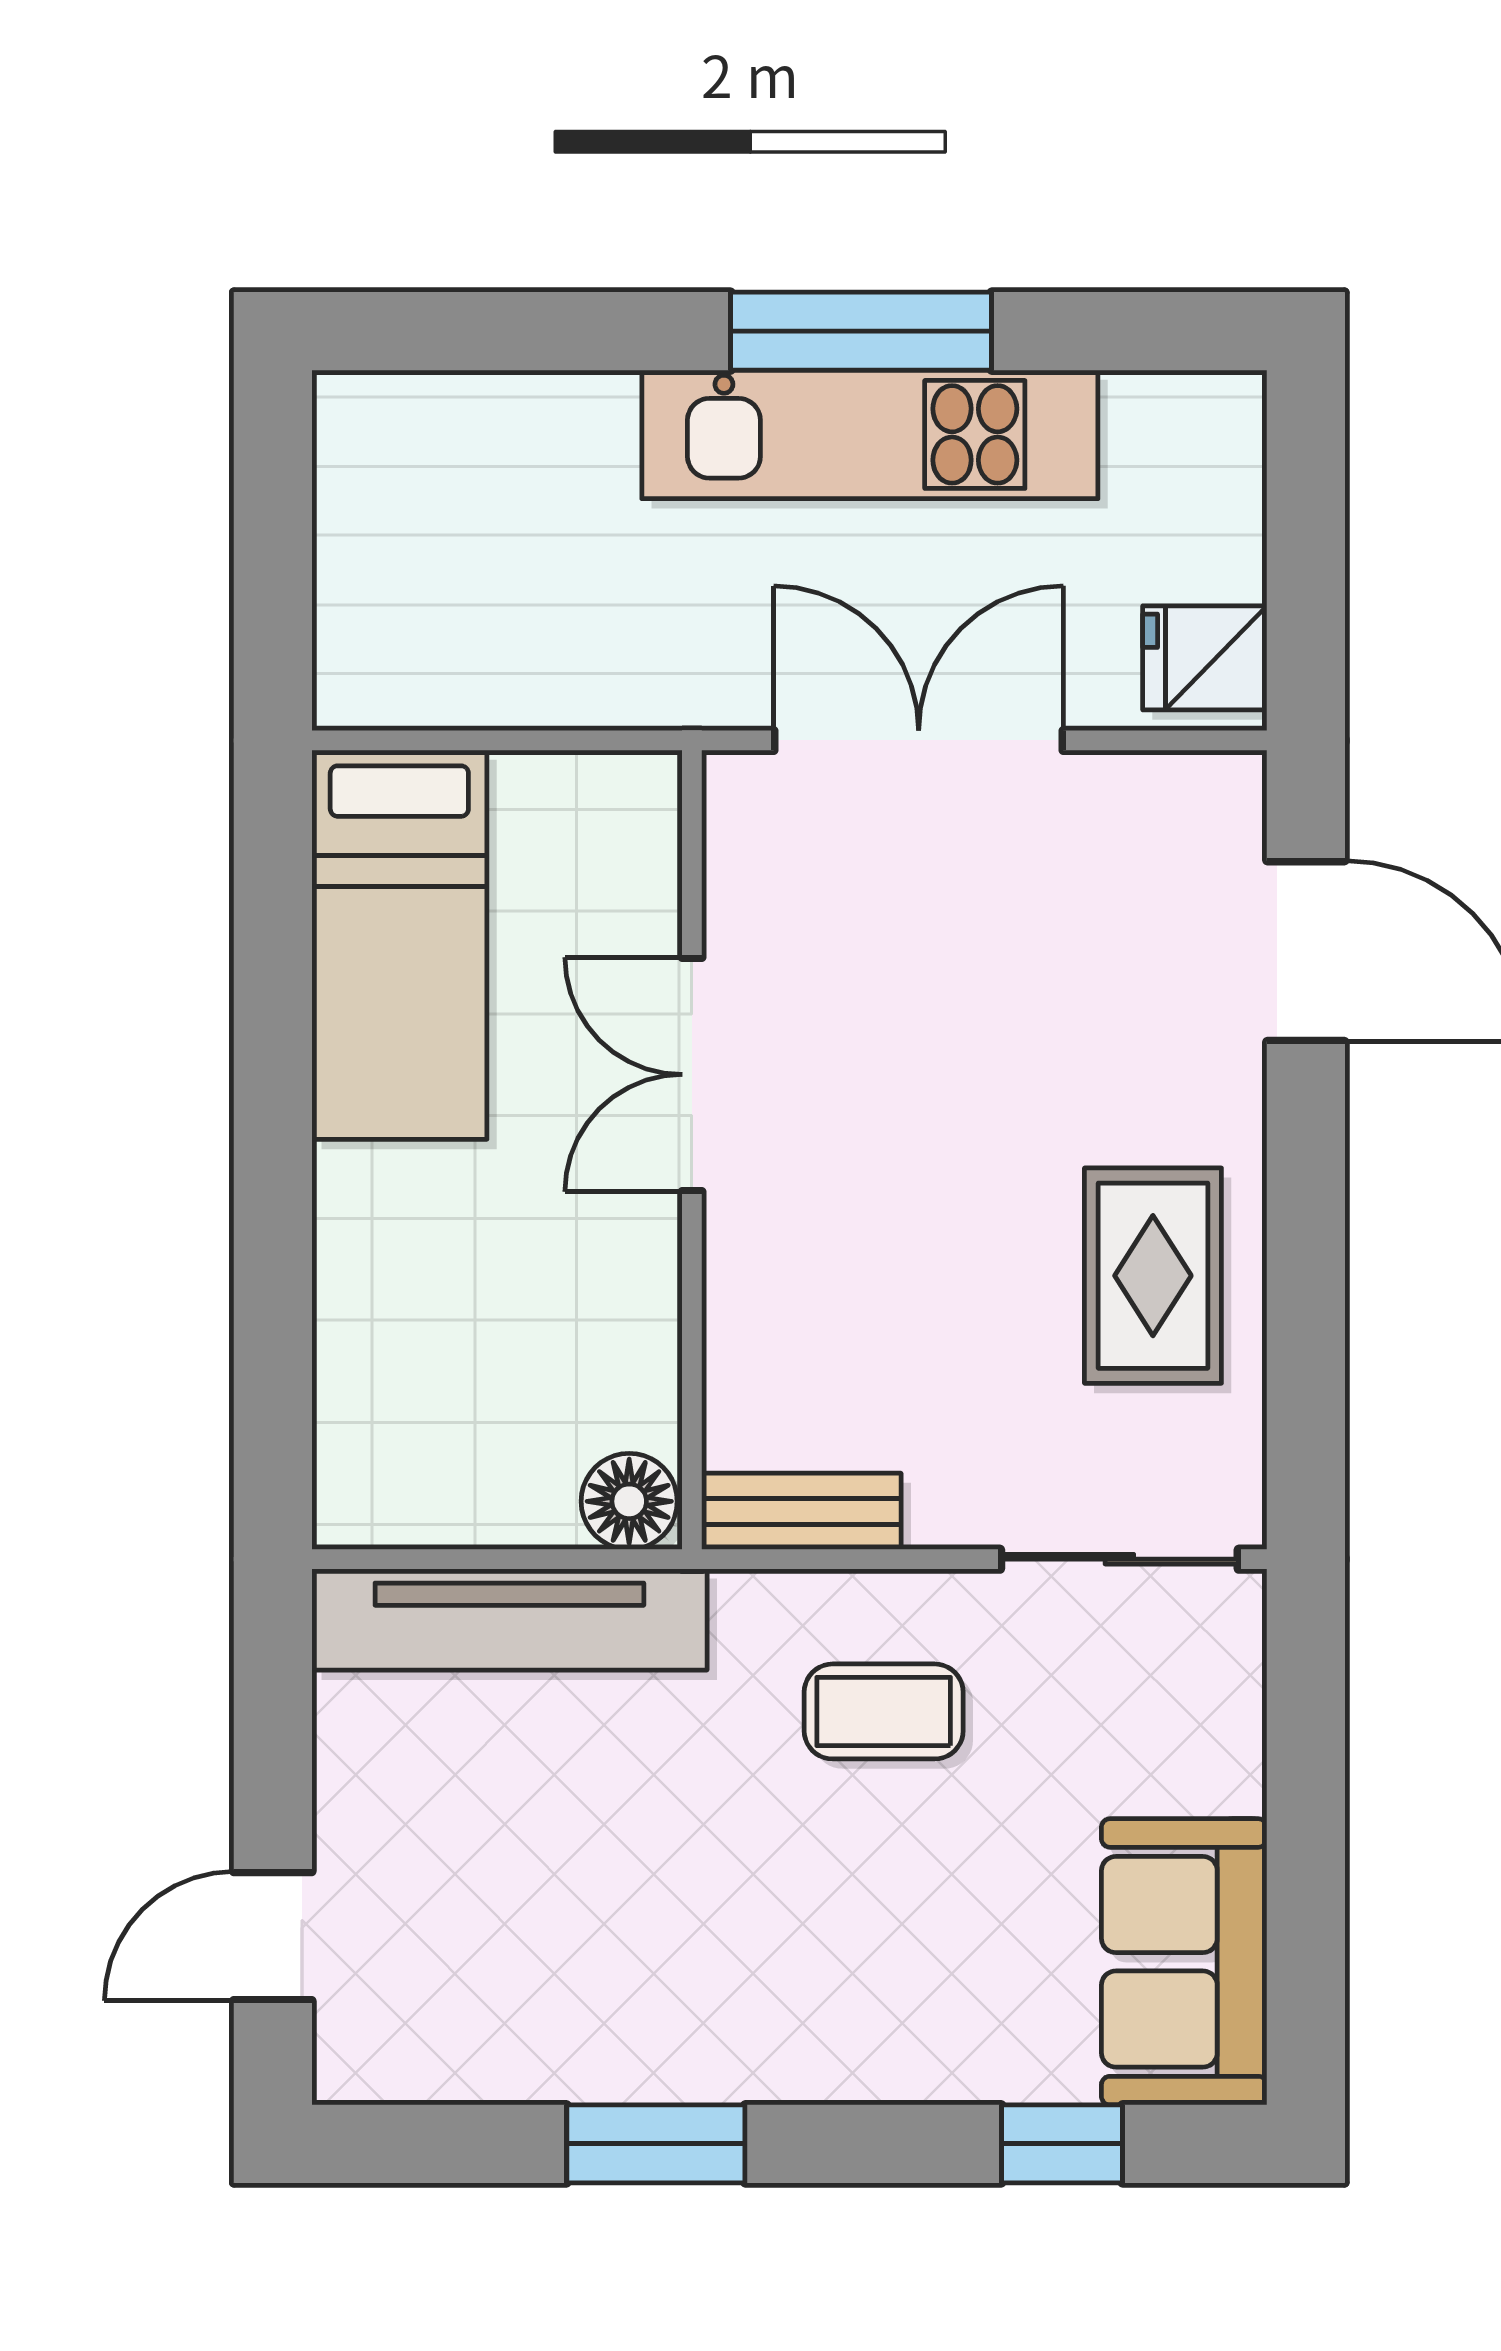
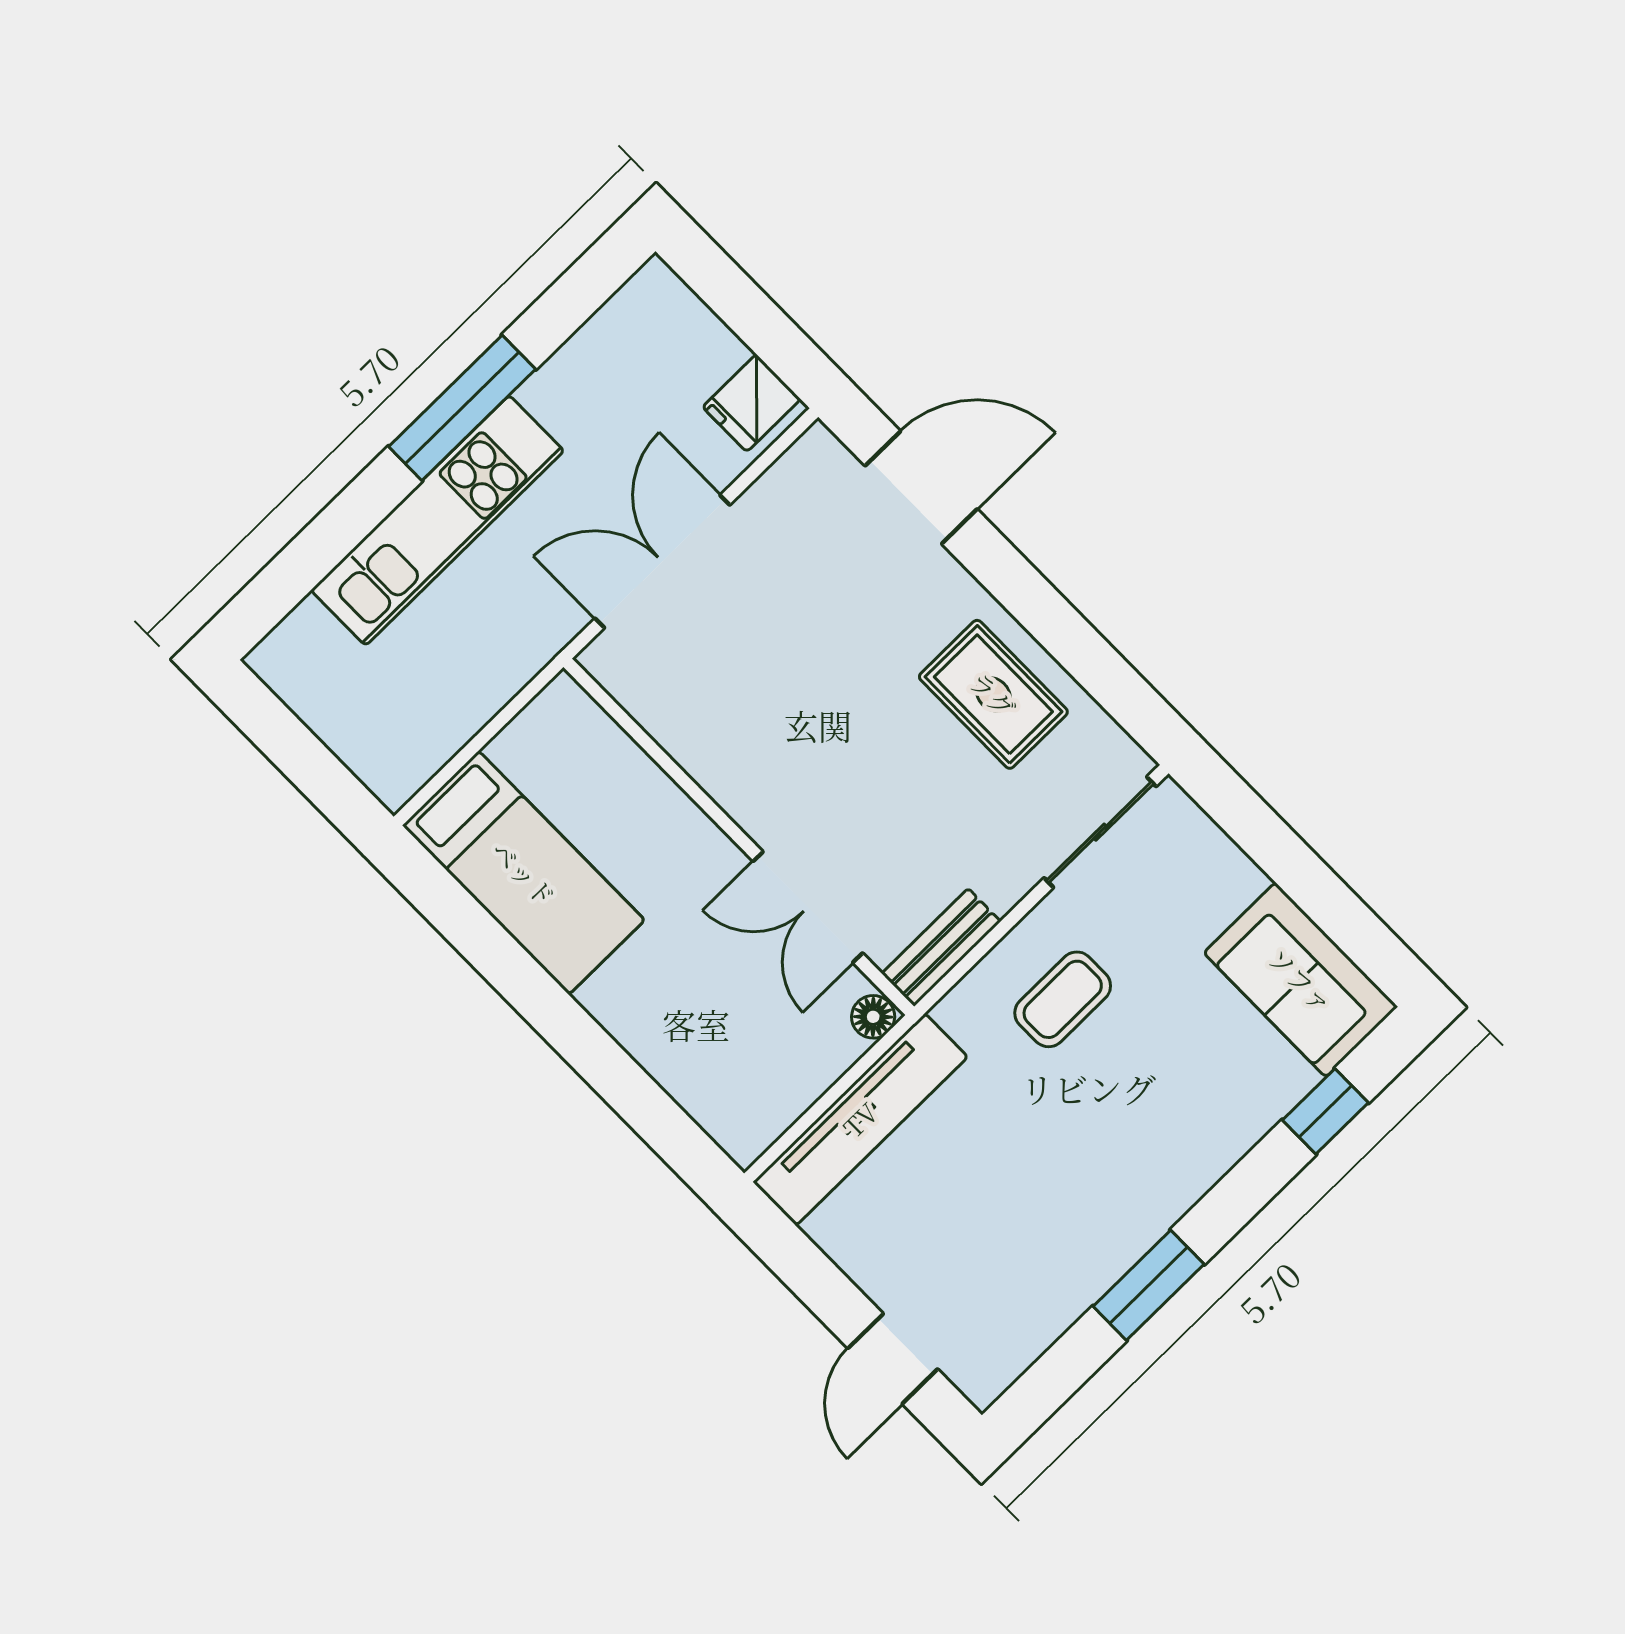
kitchen unit: (870, 434) -> (437, 520), moved
double door: (692, 1074) -> (808, 907), moved
floor lamp: (629, 1501) -> (873, 1017), width x0.73, depth x0.73

